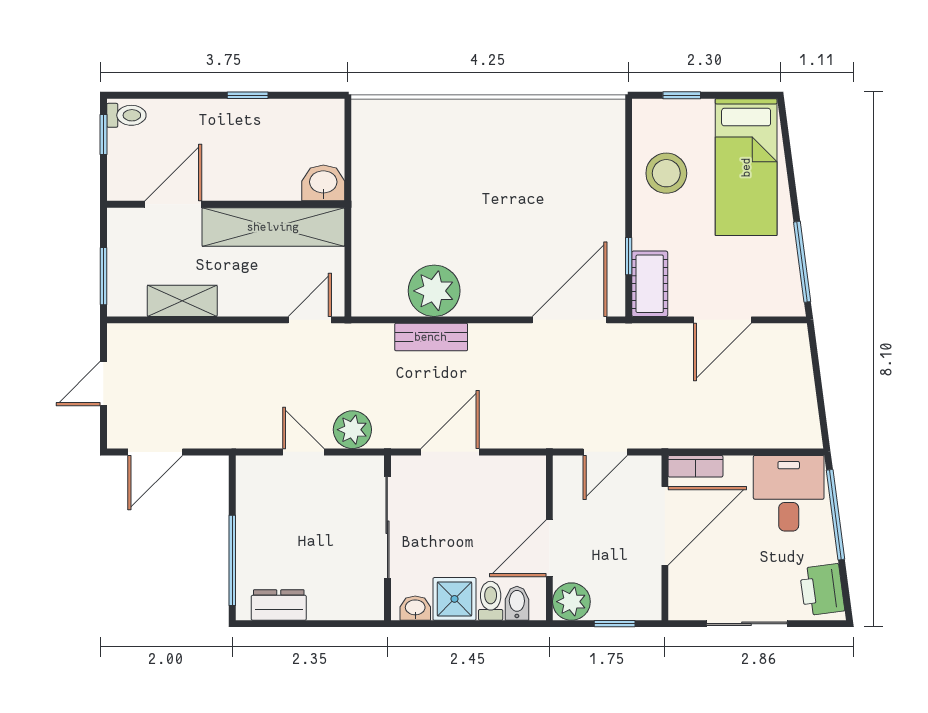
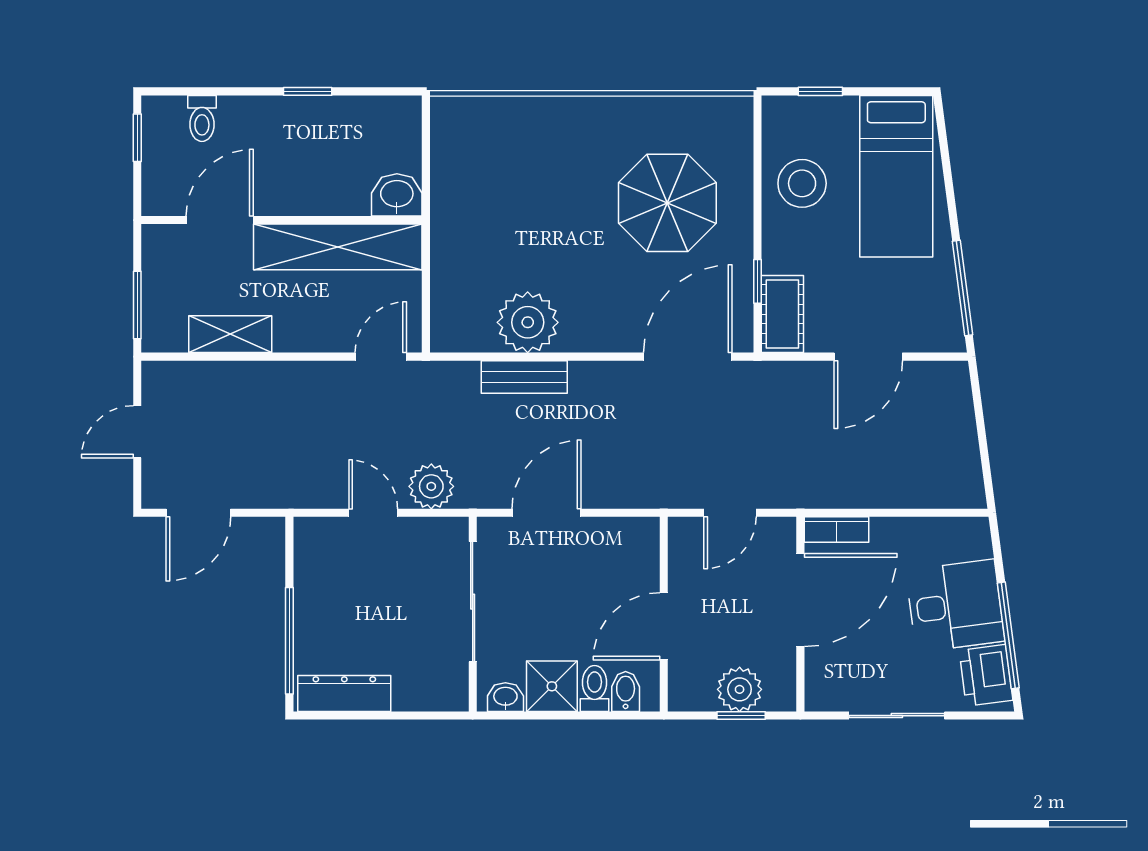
toilet: (126, 115) -> (202, 118), moved, turned 90
parasol: (552, 190) -> (667, 203), added
desk: (789, 493) -> (955, 606), moved, turned 82
window: (835, 515) -> (1008, 635), moved
plant: (571, 602) -> (740, 689), moved
dresser: (279, 605) -> (344, 693), width x1.44

